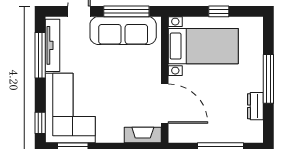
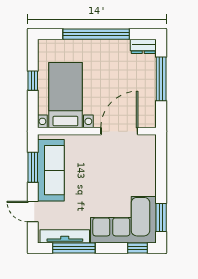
window: (126, 11) -> (33, 167), width x0.69
window: (268, 79) -> (96, 34), width x1.46
dresser: (255, 106) -> (143, 46), moved
fireplace: (143, 135) -> (149, 152), removed

